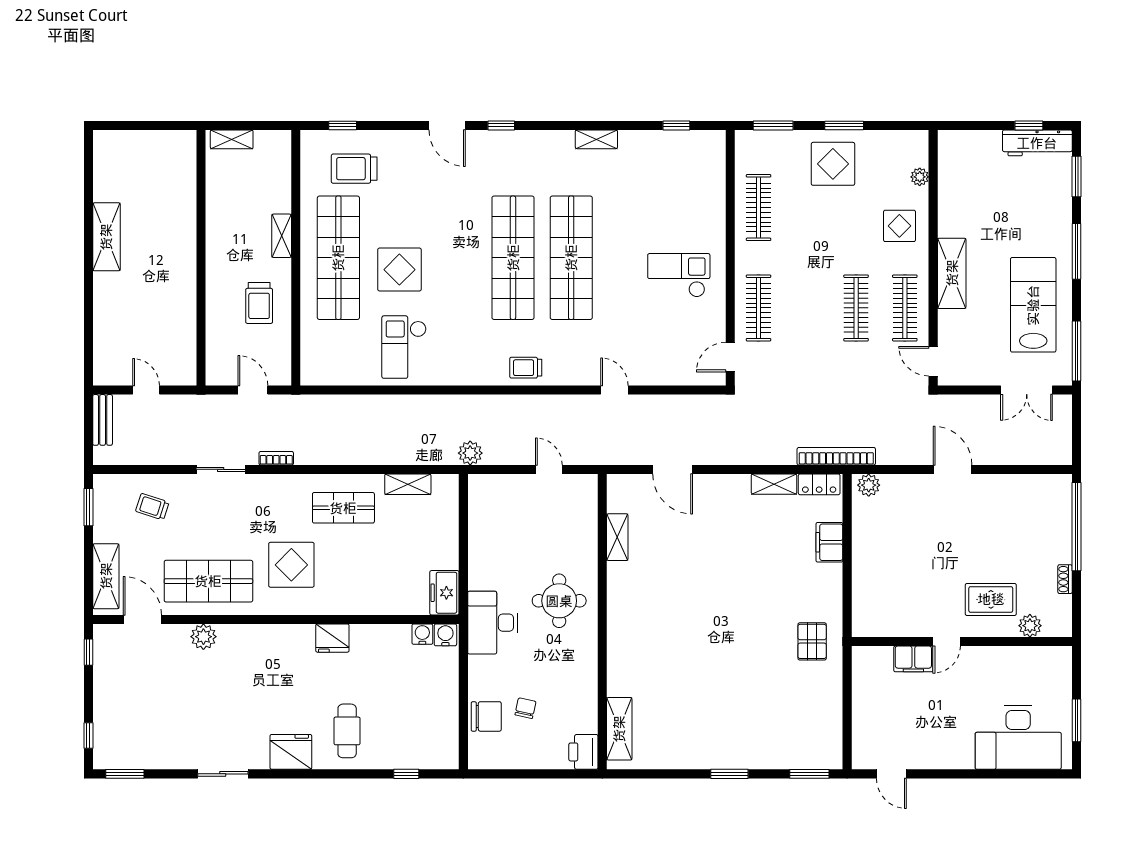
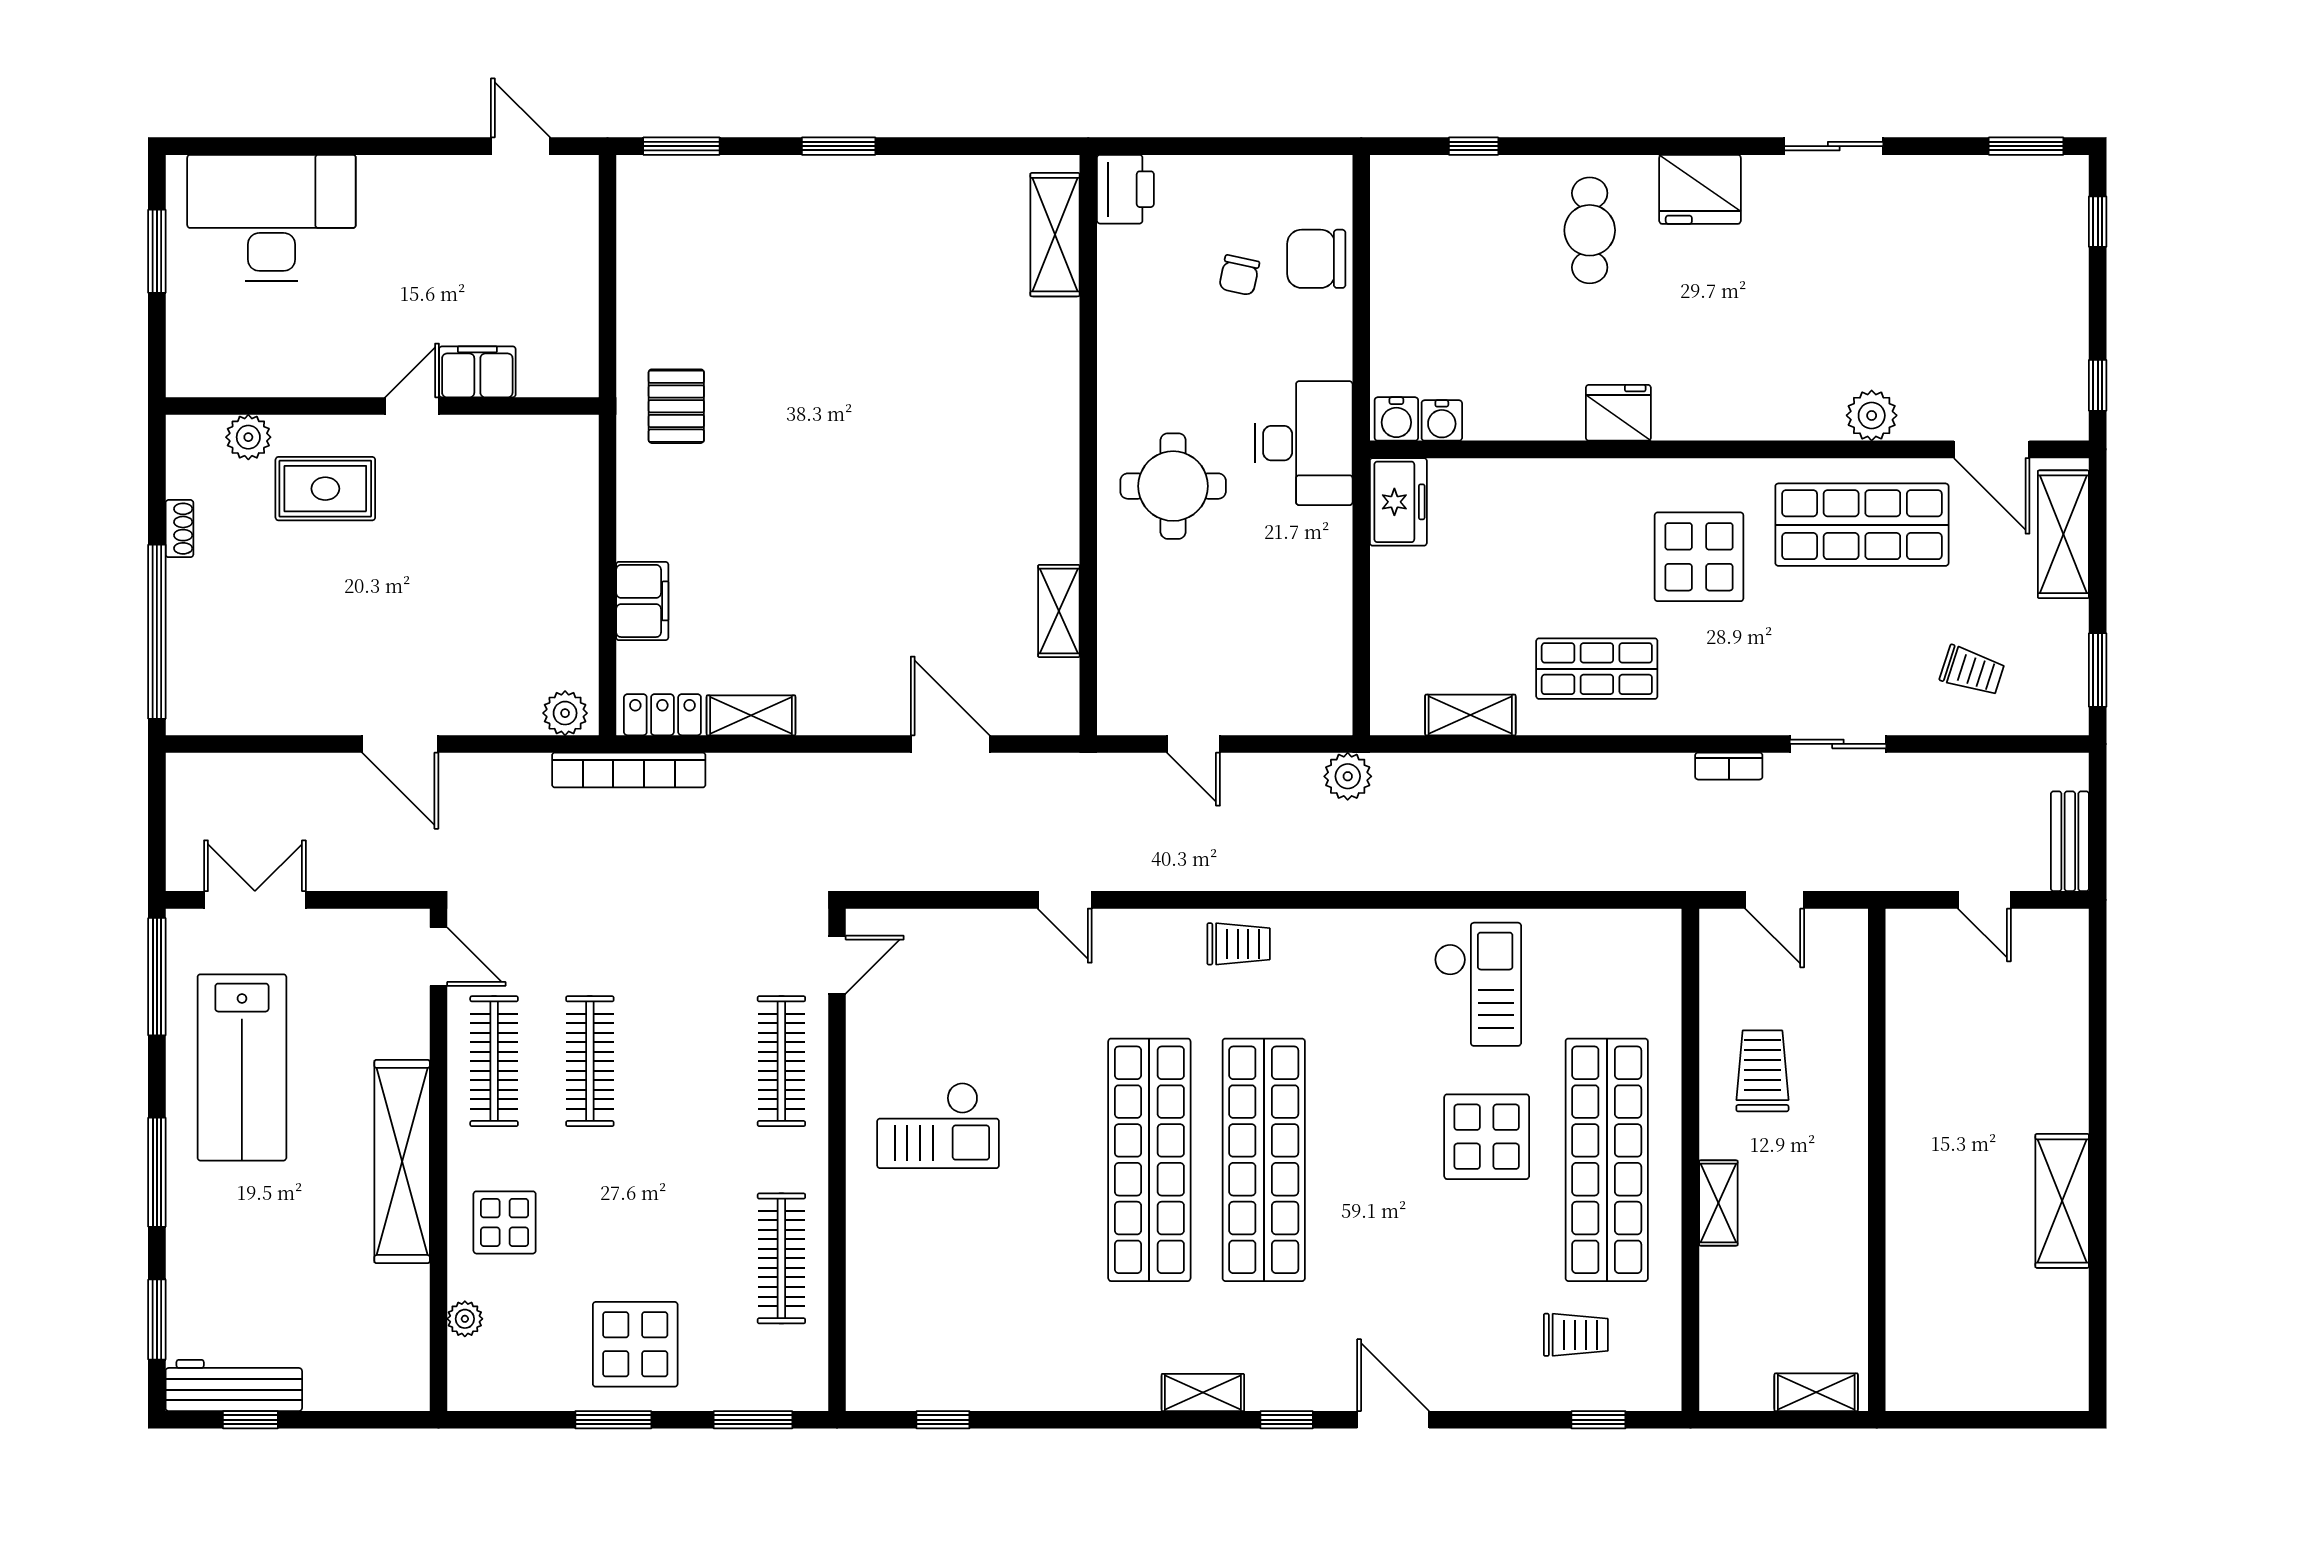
shelving: (596, 139) -> (1203, 1392), moved
trolley: (354, 169) -> (1576, 1335), width x0.73, depth x0.72
shelving: (952, 273) -> (402, 1161), width x1.47

